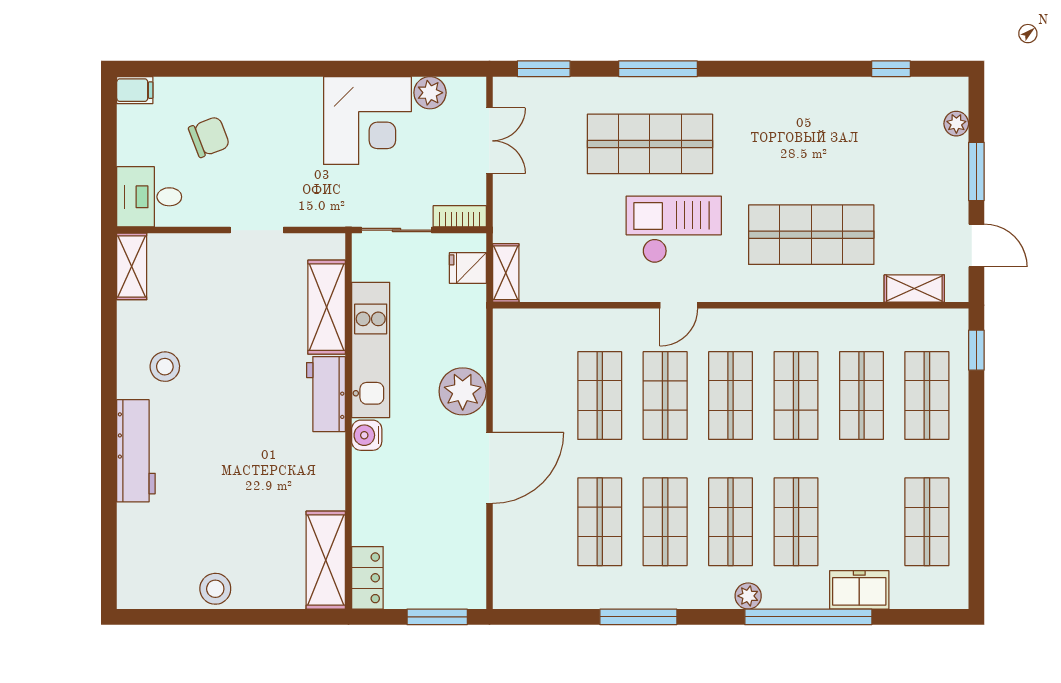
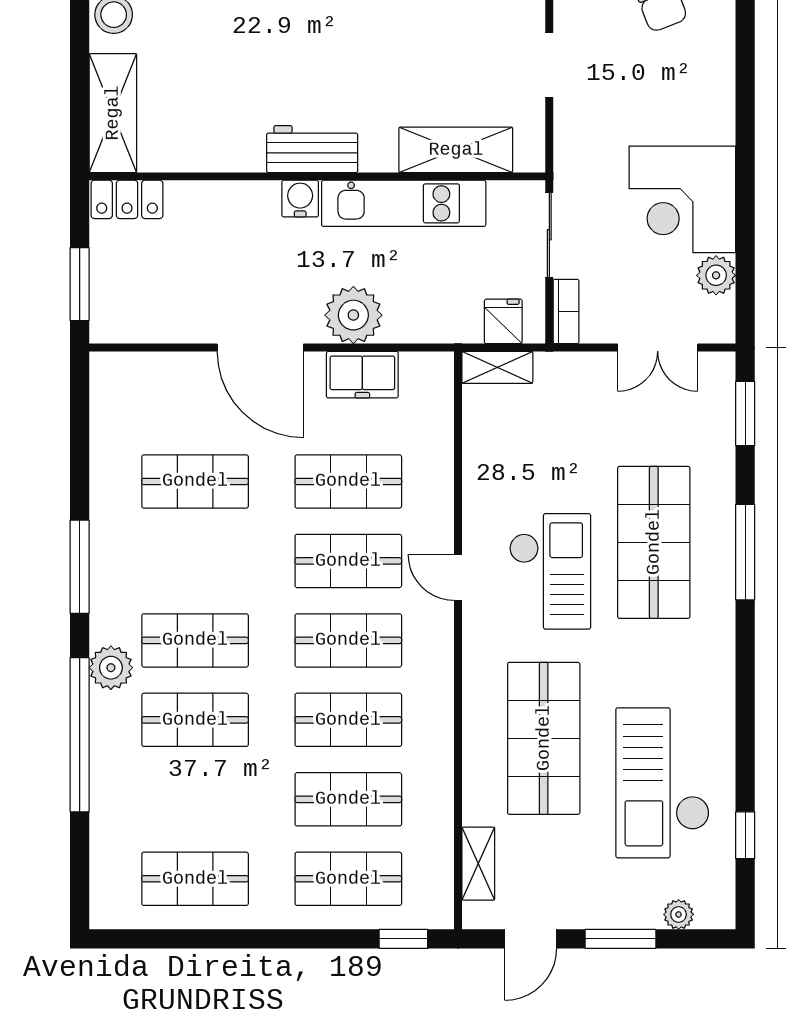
checkout: (848, 137) -> (663, 783), added
workbench: (326, 394) -> (312, 149), moved
shop shelf: (665, 522) -> (195, 561), removed
shelving: (326, 560) -> (113, 113), moved, turned 90
freezer: (859, 590) -> (362, 375), moved, turned 90
plant: (748, 596) -> (111, 668), width x1.38, depth x1.38
window: (638, 617) -> (80, 567), moved

